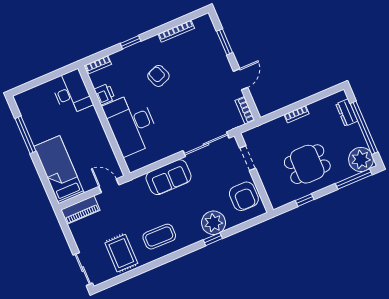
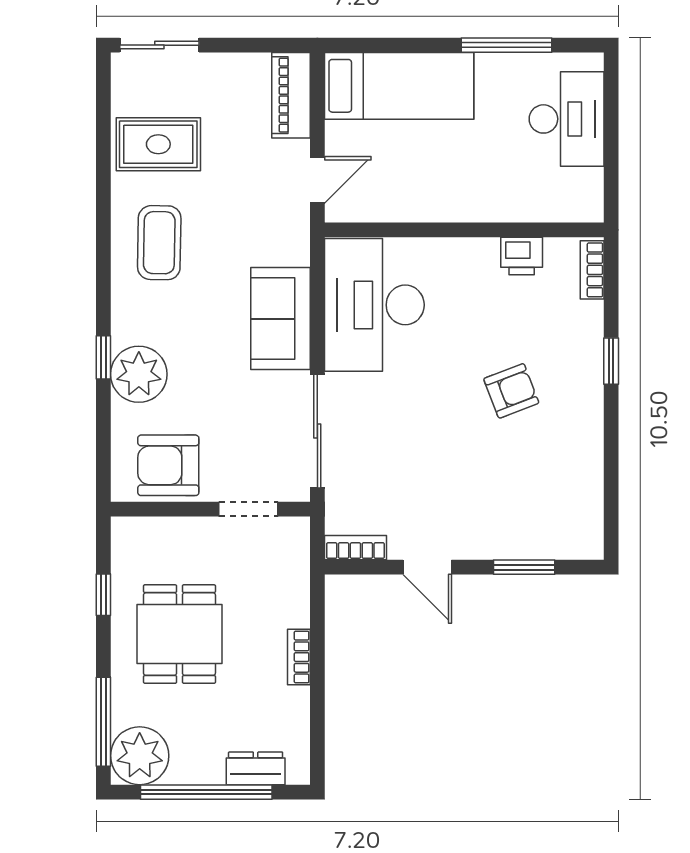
bookcase: (176, 31) -> (593, 471), removed
desk: (72, 92) -> (567, 119), moved, turned -90
desk: (131, 124) -> (374, 305), moved, turned -90

